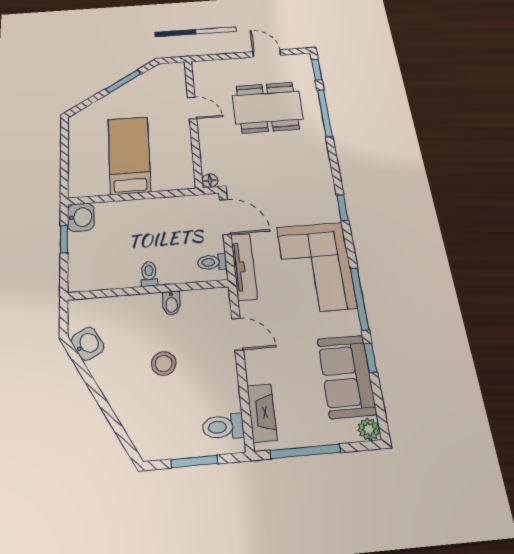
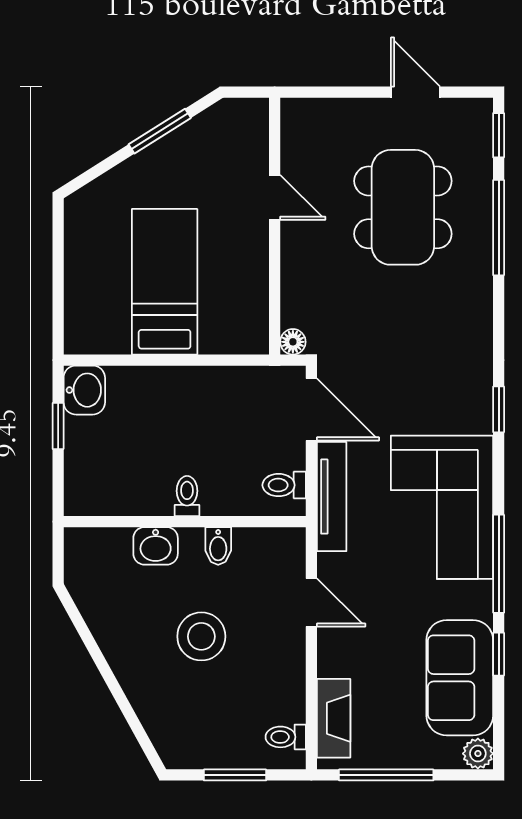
dining table: (267, 107) -> (403, 207), turned 90
washbasin: (87, 344) -> (156, 546), moved, turned 119
stool: (164, 363) -> (201, 636), width x1.38, depth x1.38
toilet: (223, 427) -> (286, 737), width x0.73, depth x0.72

